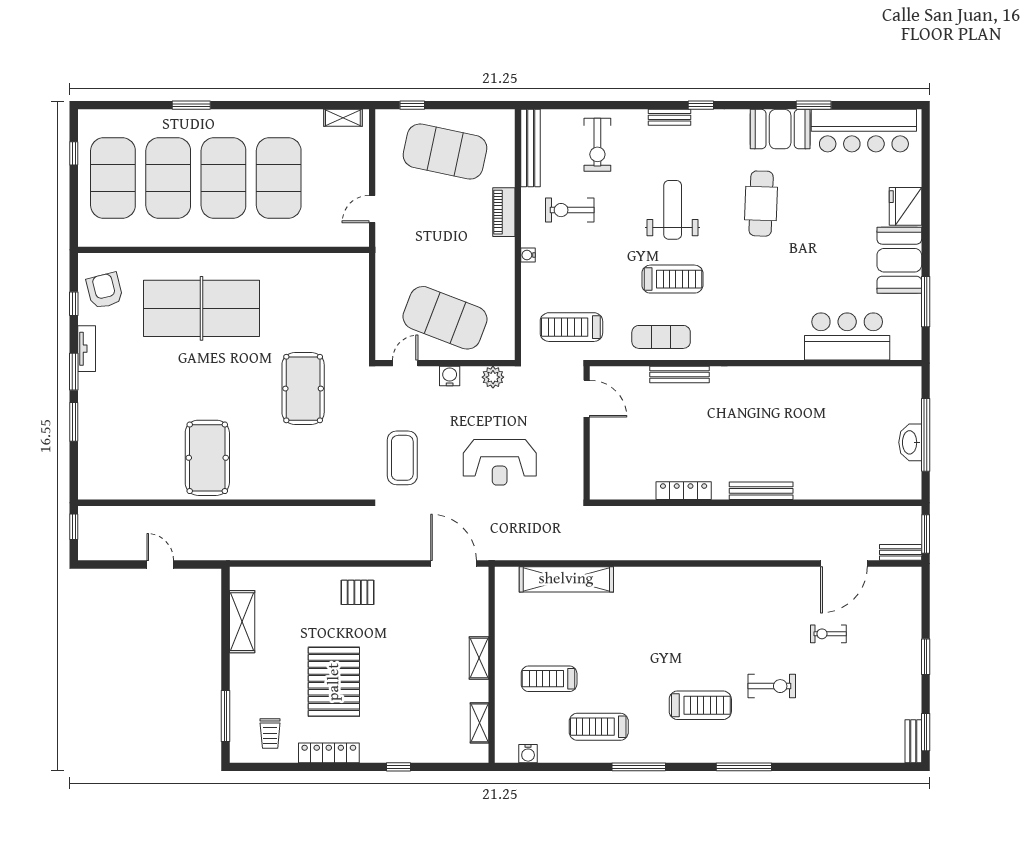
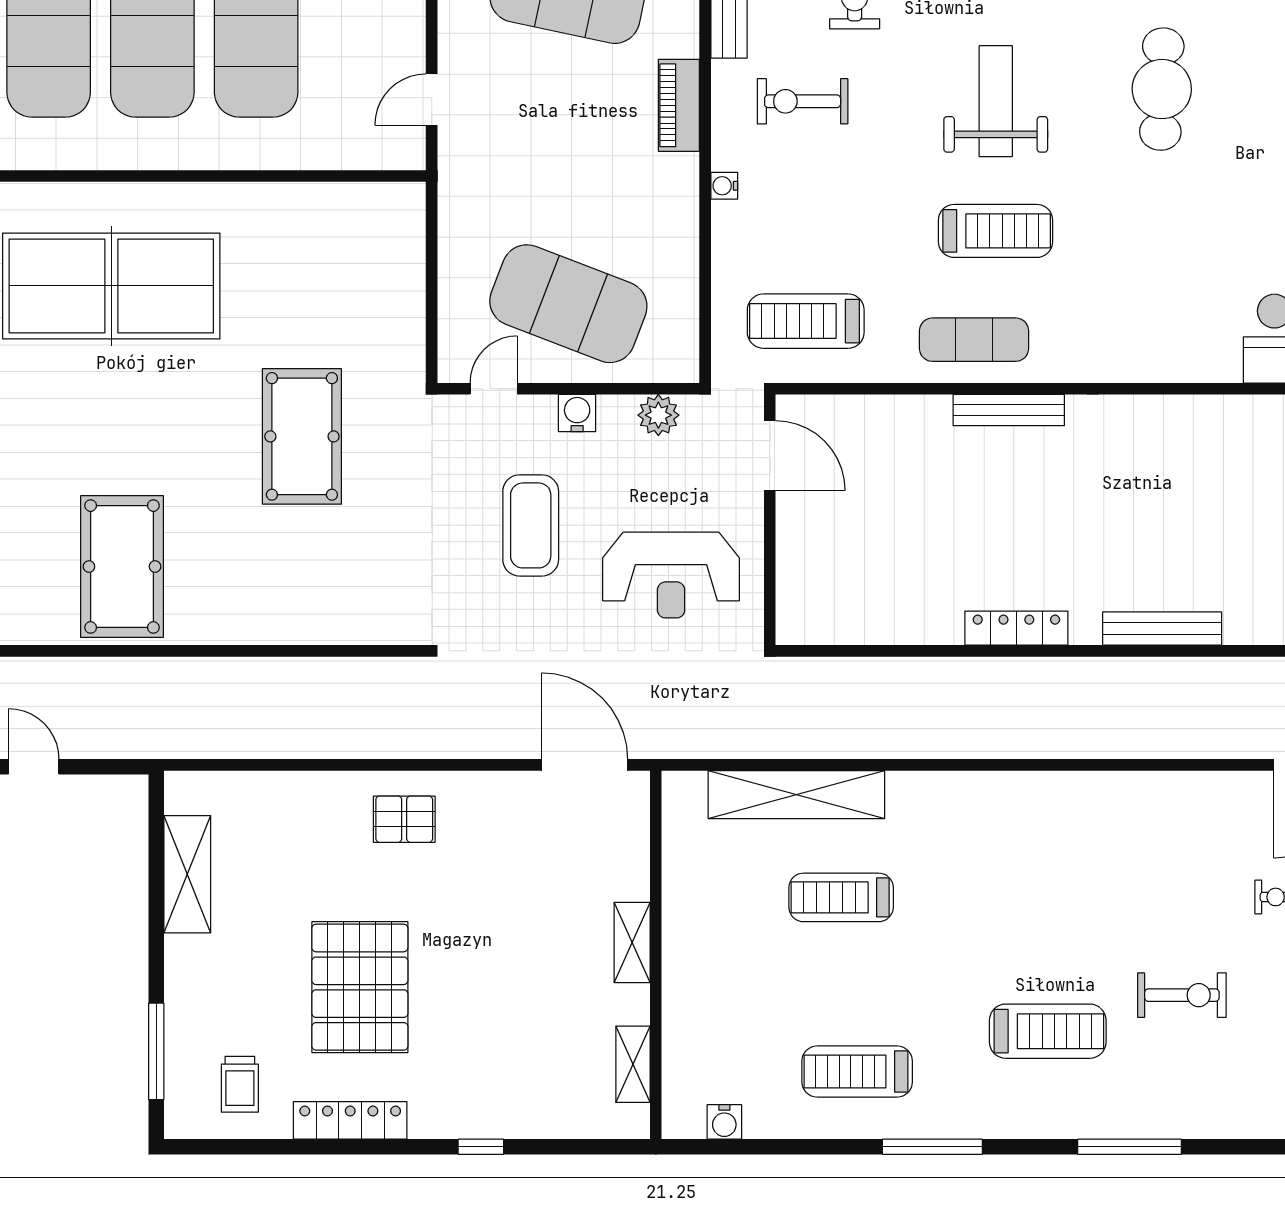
door: (587, 399) -> (770, 455), moved
wall: (587, 433) -> (770, 520), moved
coffee table: (402, 458) -> (531, 525), moved
treadmill: (549, 679) -> (841, 897), moved

